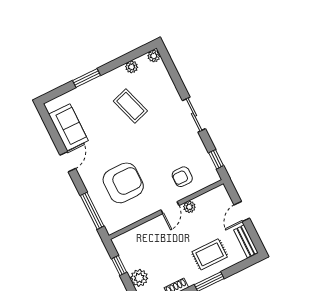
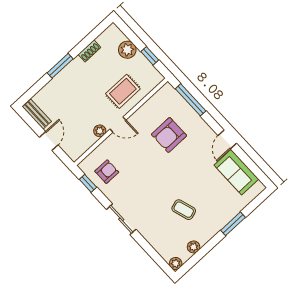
coffee table: (130, 106) -> (184, 210), width x0.73, depth x0.77
armchair: (182, 177) -> (107, 172), moved
armchair: (123, 183) -> (169, 135), width x0.73, depth x0.73
door: (170, 208) -> (118, 125), swing flipped
rug: (210, 254) -> (123, 91), moved

